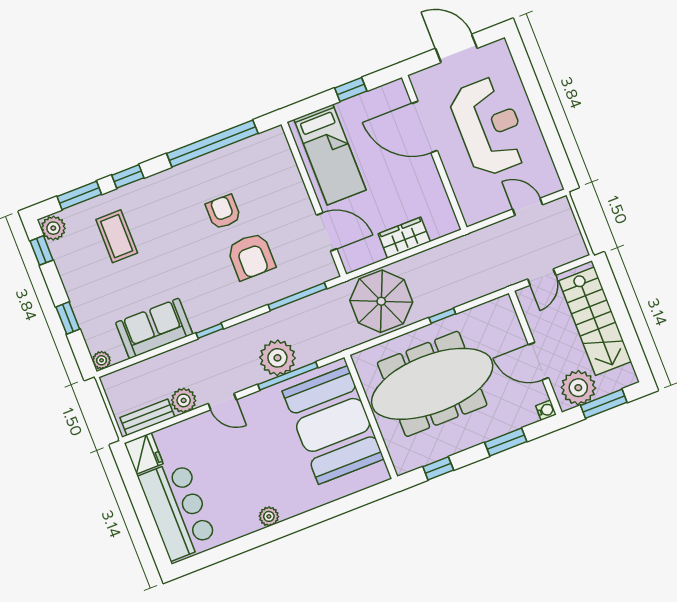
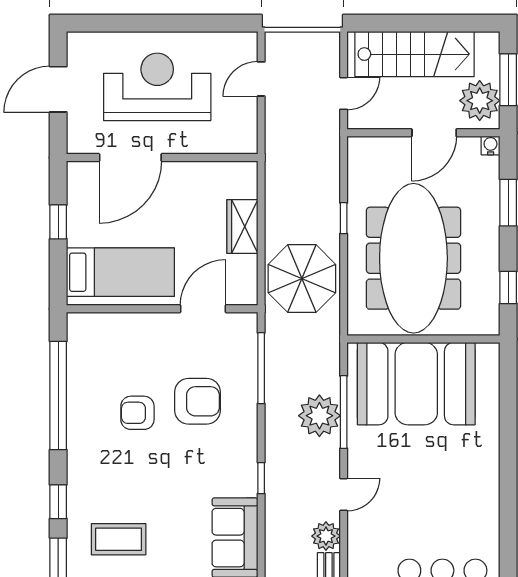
door: (542, 277) -> (344, 93), hinge flipped
plant: (269, 516) -> (489, 492), removed

